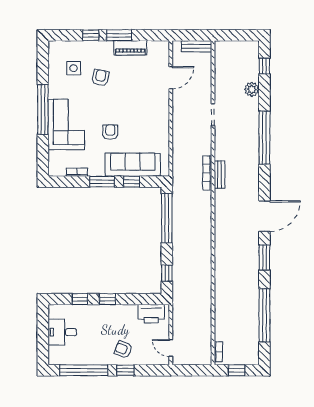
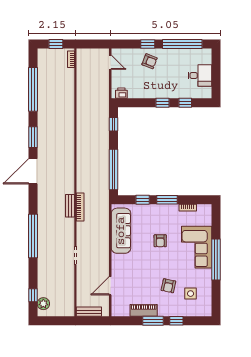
plant: (252, 89) -> (43, 304), moved
sofa: (133, 165) -> (121, 231), moved, turned -90
printer: (151, 314) -> (121, 93), width x0.53, depth x0.68

